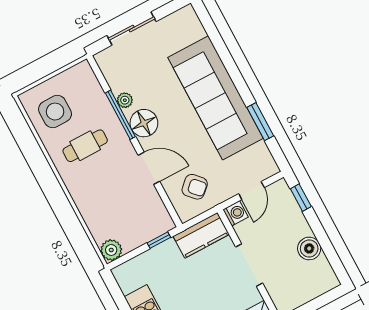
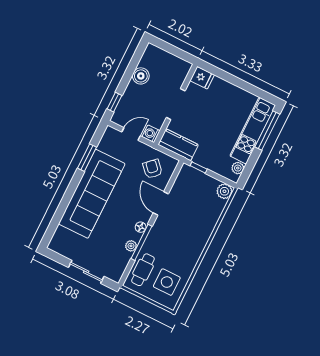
floor lamp: (144, 123) -> (141, 227), width x0.53, depth x0.53
cafe table: (85, 146) -> (143, 270), moved, turned 90
plant: (127, 284) -> (238, 168), added

